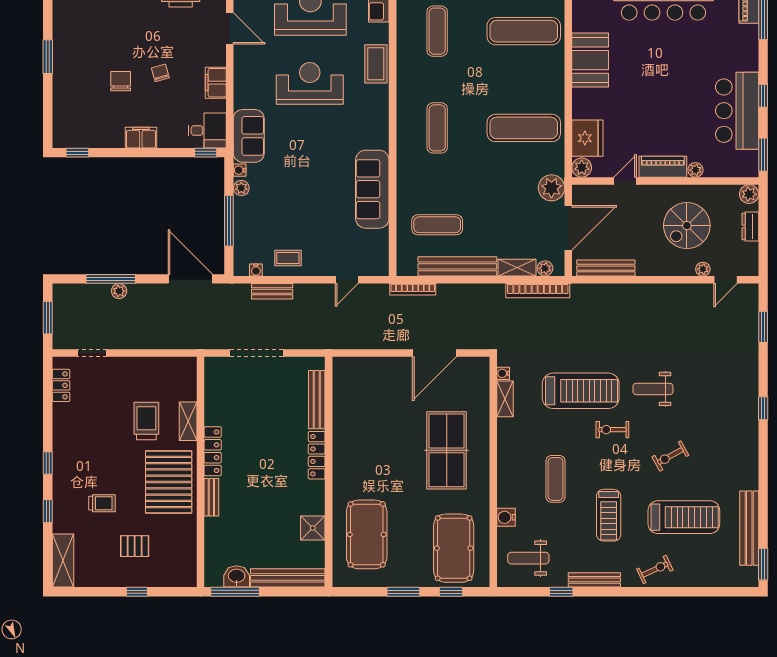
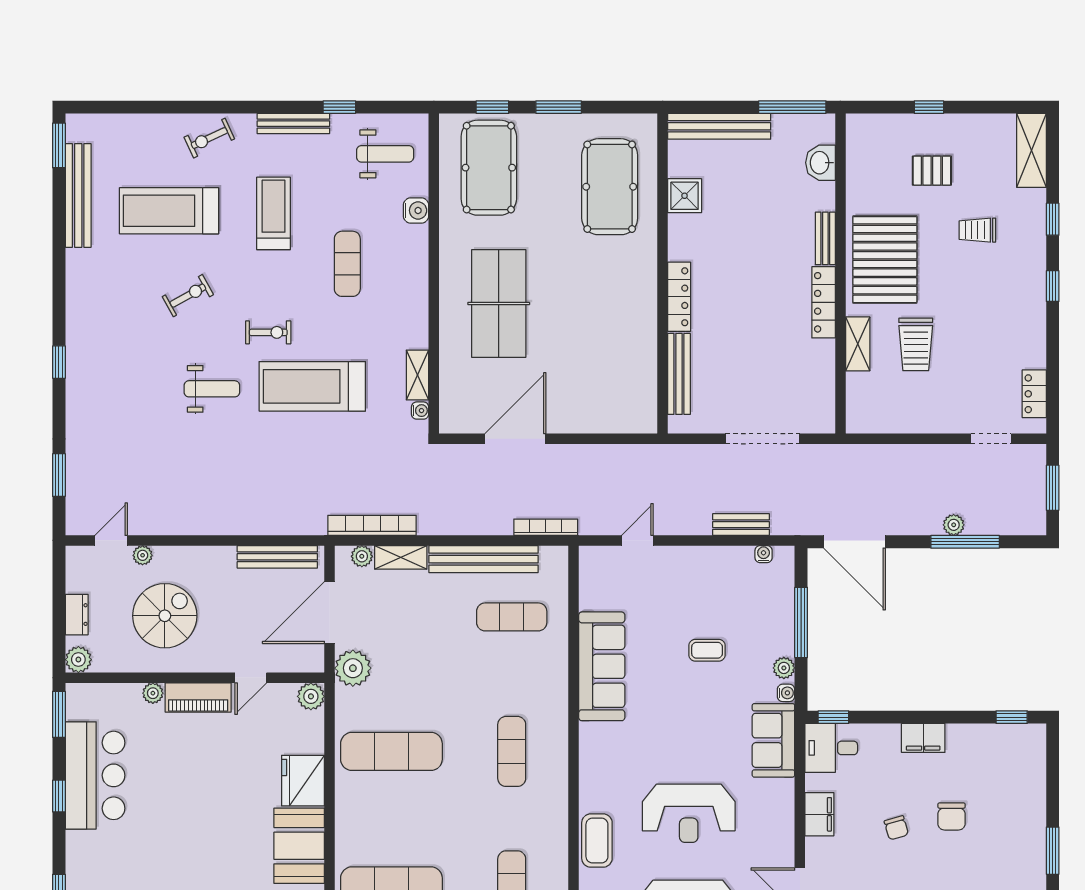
fridge: (587, 138) -> (303, 781), moved
coffee table: (288, 258) -> (707, 650), moved
washbasin: (237, 576) -> (820, 163), moved, turned 90

